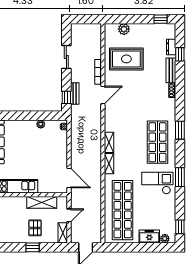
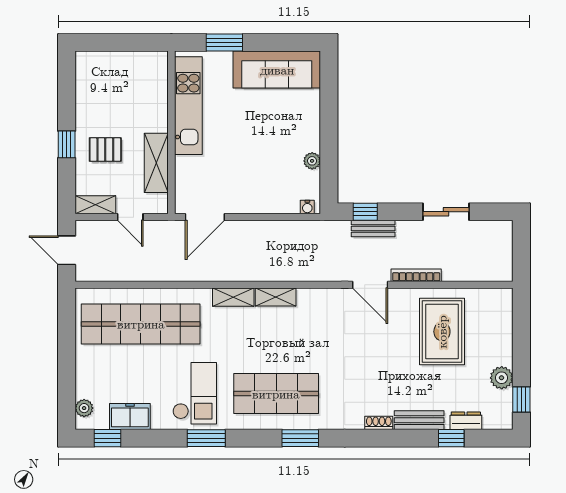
plant: (124, 29) -> (502, 378), moved
freezer: (149, 236) -> (130, 416), moved, turned -90

